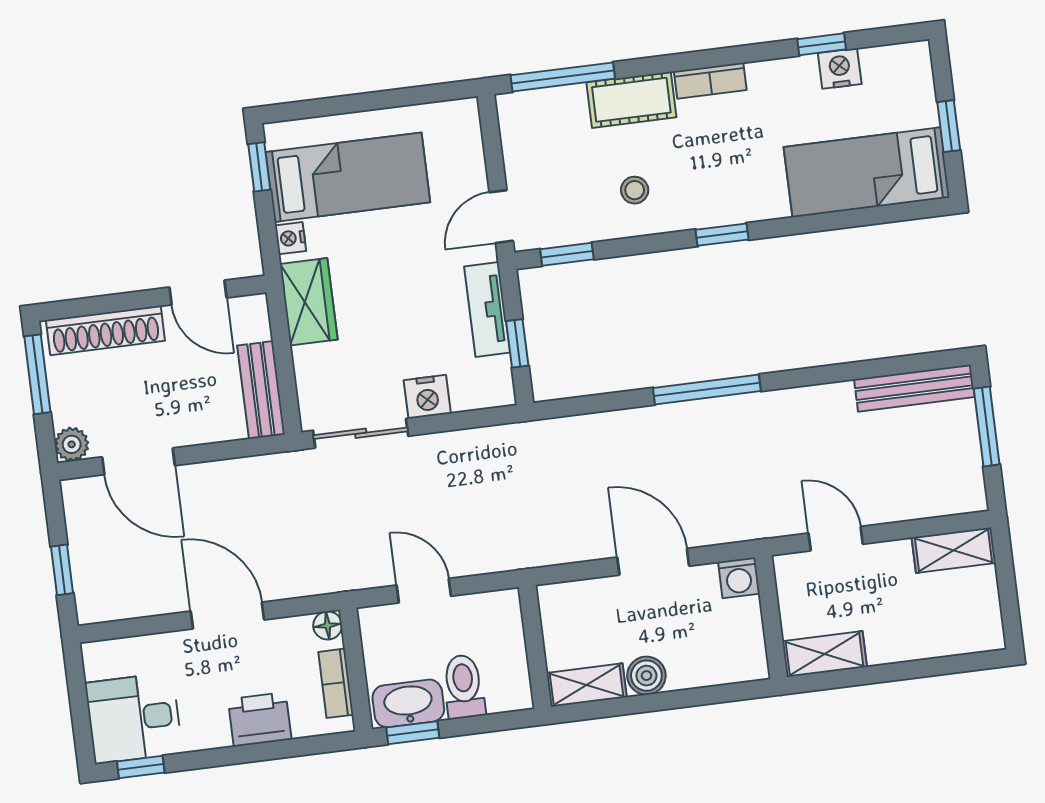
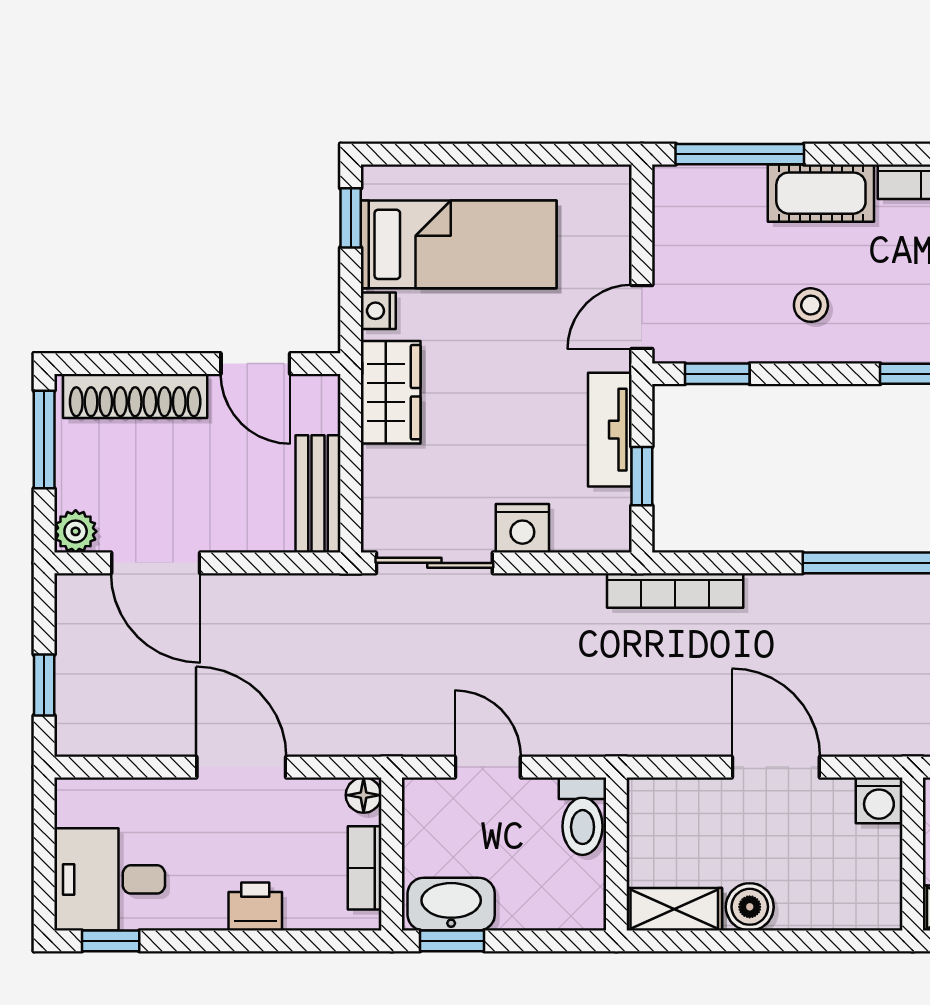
bookcase: (555, 431) -> (675, 590), added
toilet: (464, 687) -> (583, 816), moved, turned 180
printer: (260, 719) -> (255, 906), width x0.73, depth x0.81

